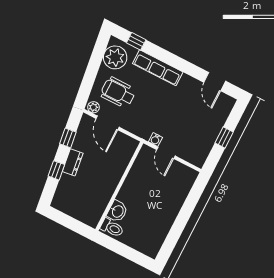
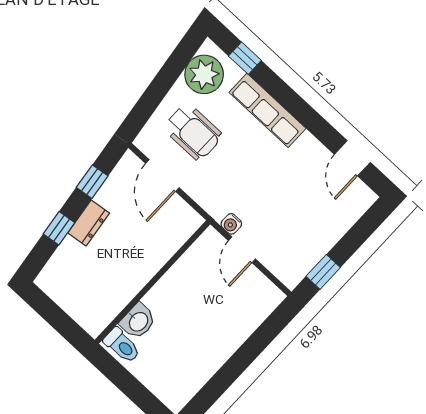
wheelchair: (118, 92) -> (193, 132), turned 180
plant: (93, 107) -> (147, 144), removed
window: (224, 137) -> (323, 272), moved

